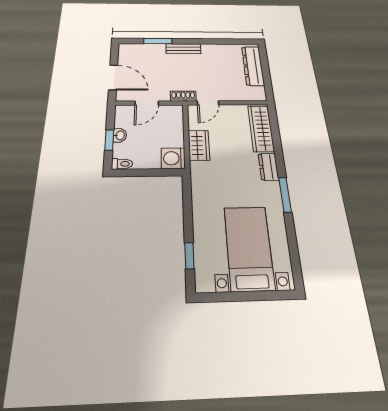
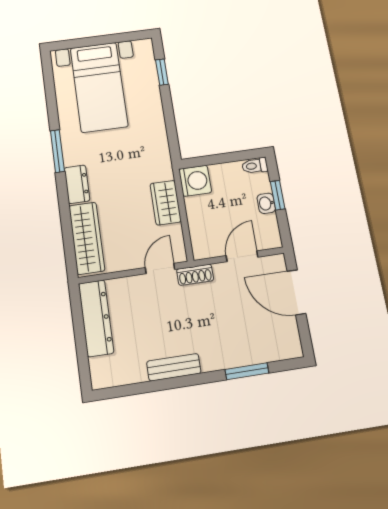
bench: (183, 49) -> (174, 367), moved
dresser: (253, 66) -> (96, 318), moved

